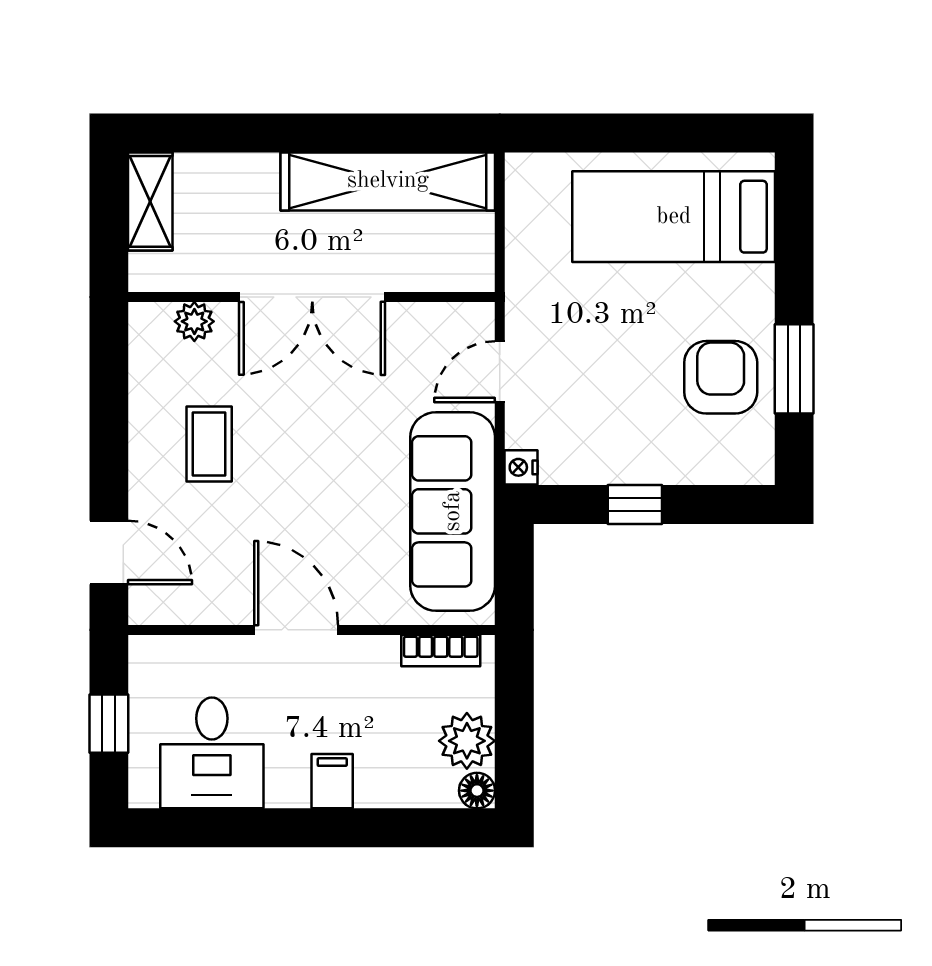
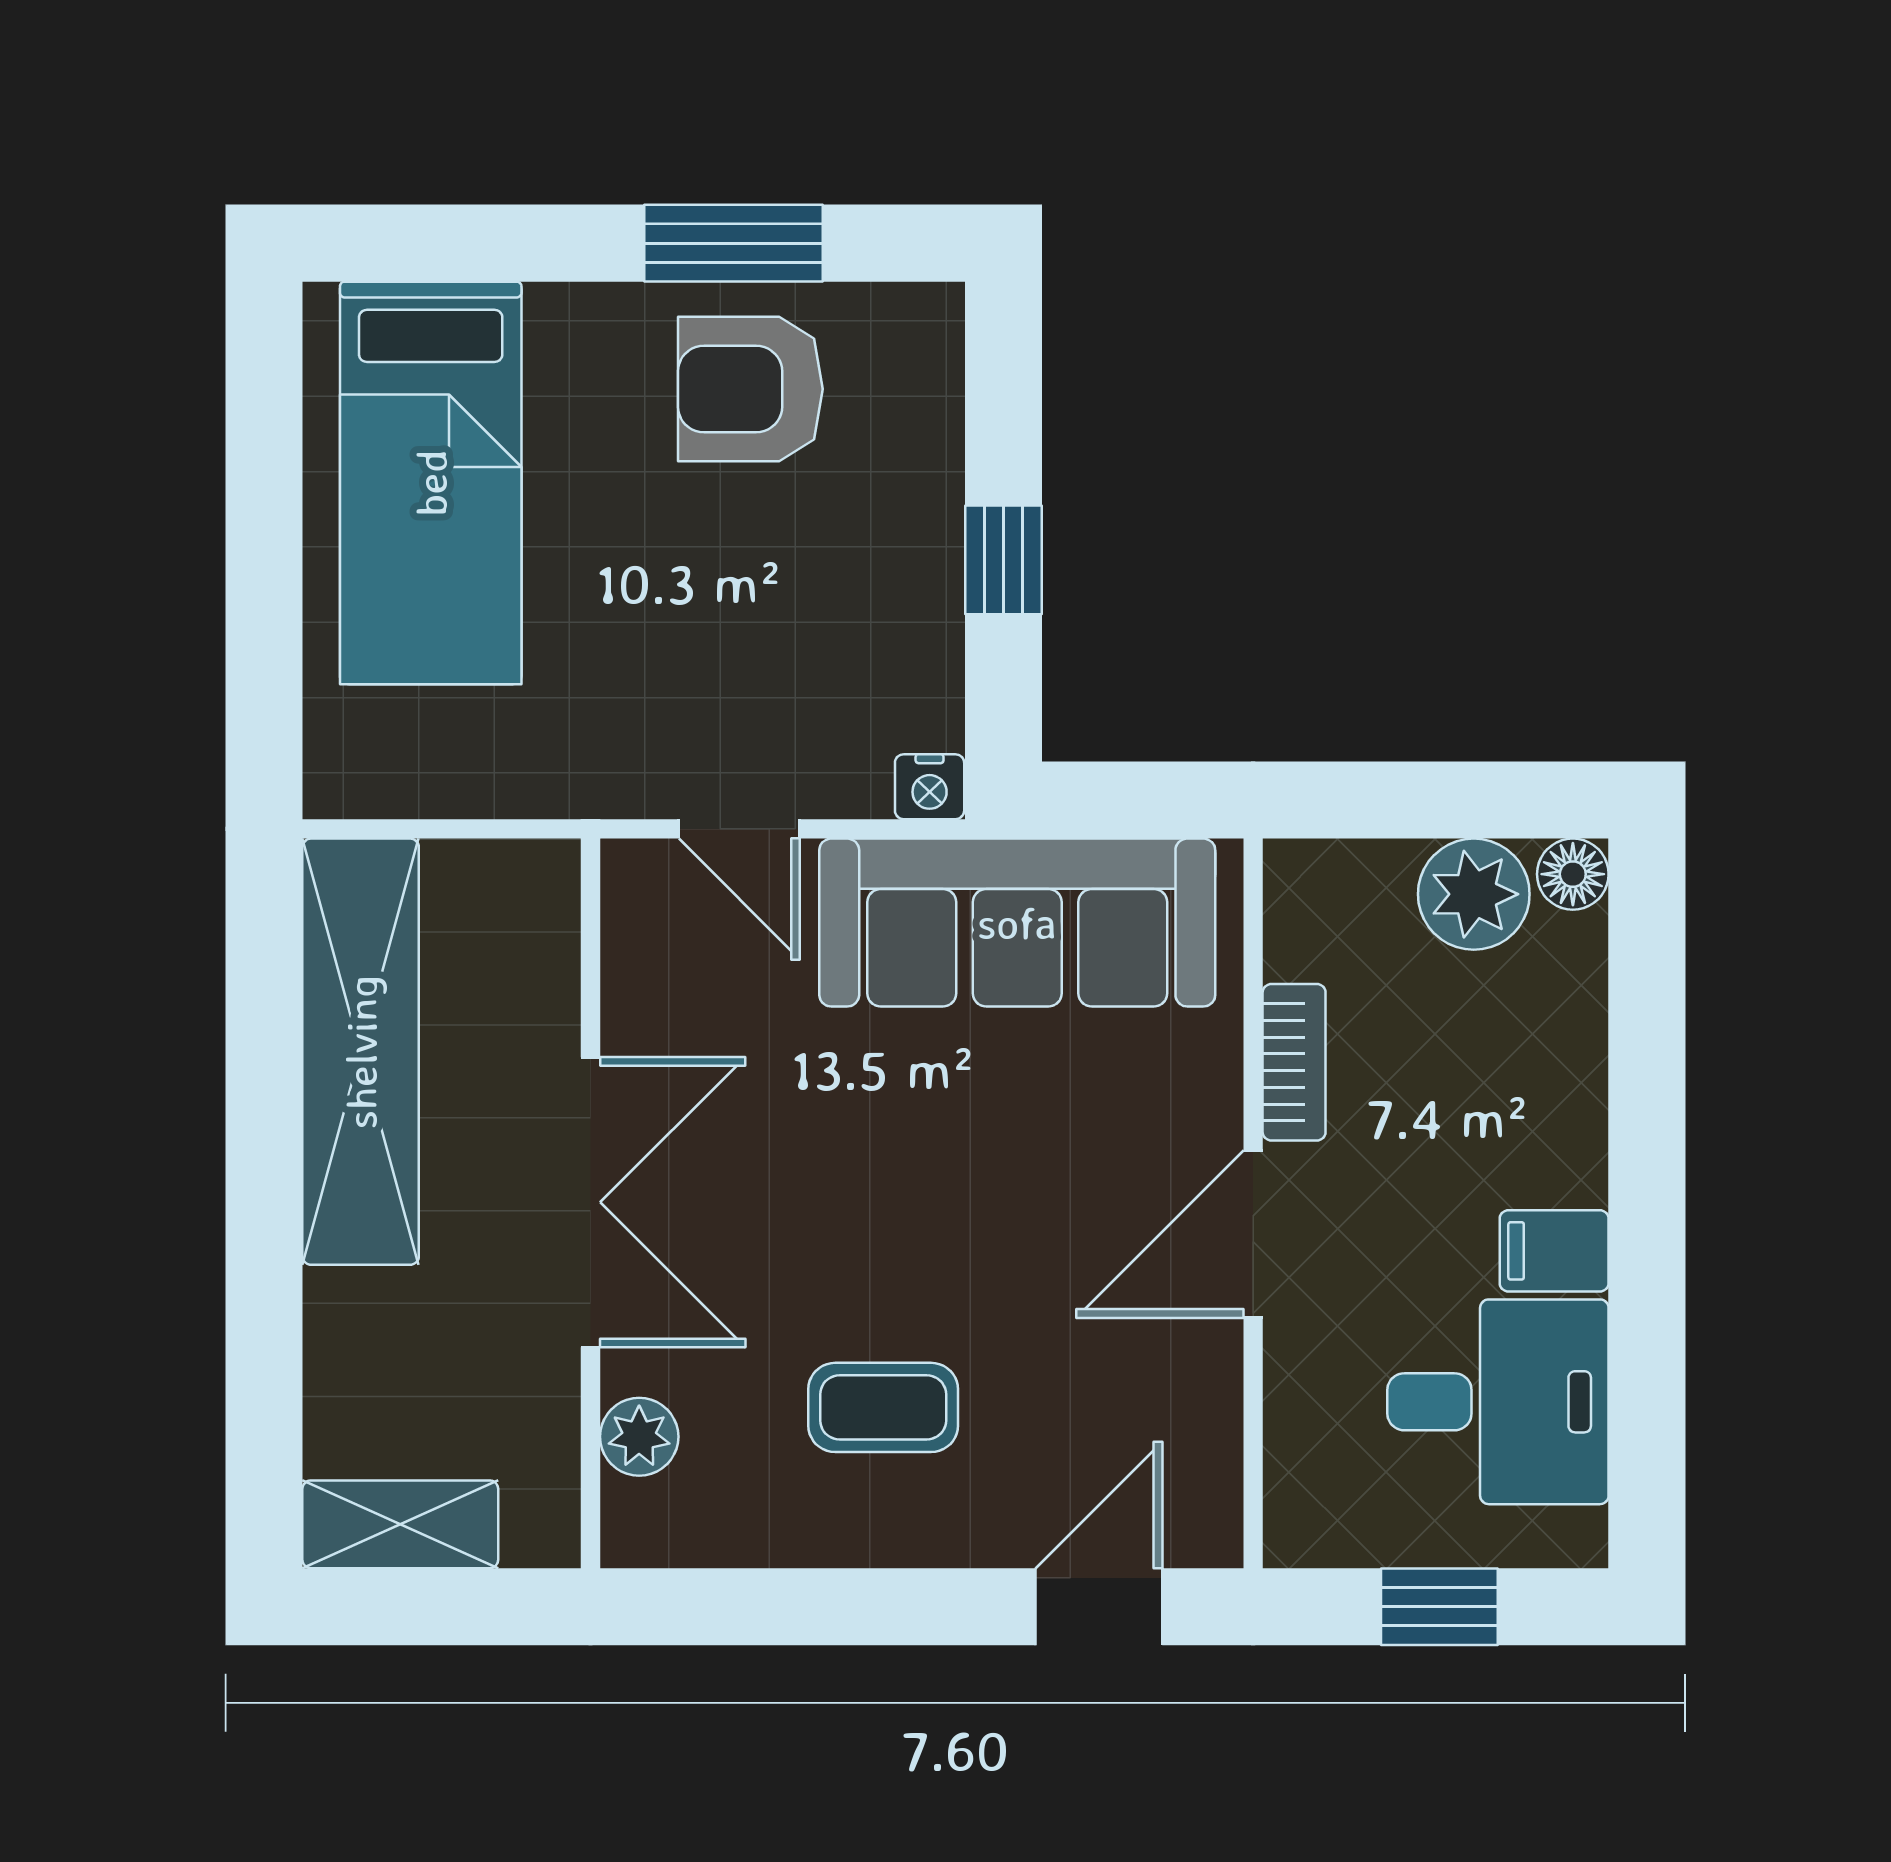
bookcase: (441, 651) -> (1294, 1062), moved
filing cabinet: (332, 781) -> (1554, 1251), moved

